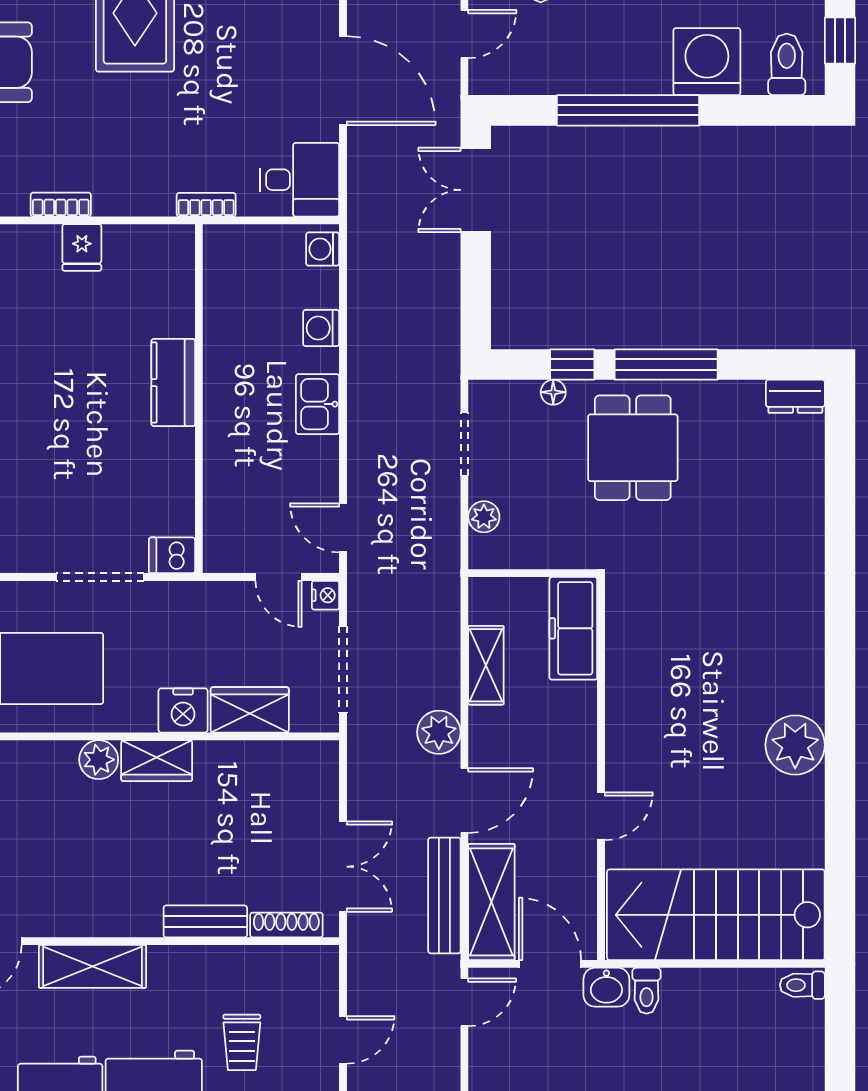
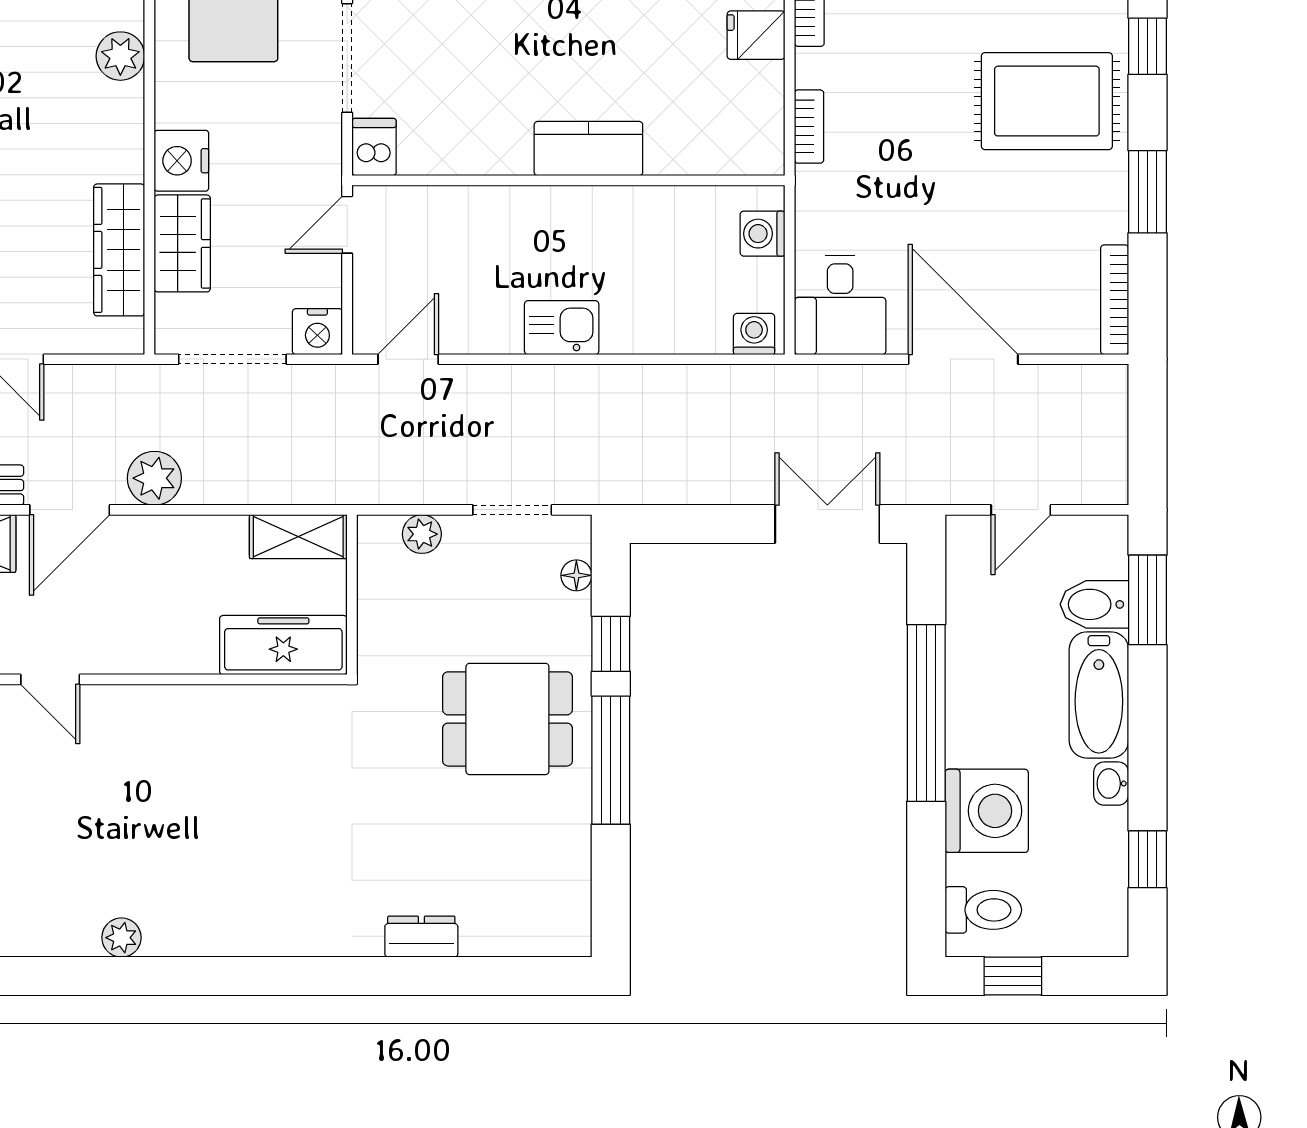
door: (464, 34) -> (1021, 510), hinge flipped
door: (343, 81) -> (963, 359), swing flipped
bookcase: (206, 205) -> (809, 127), moved
washing machine: (321, 328) -> (763, 234), moved, turned -90
floor lamp: (553, 392) -> (576, 575), moved
dresser: (795, 396) -> (421, 937), moved, turned 90
door: (279, 577) -> (347, 225), moved
nightstand: (326, 595) -> (317, 332), width x1.39, depth x1.35
shelving: (486, 665) -> (298, 537), moved
plant: (795, 745) -> (121, 938), width x0.53, depth x0.53
wardrobe: (157, 761) -> (119, 250), moved, width x1.50
door: (464, 801) -> (70, 510), hinge flipped

